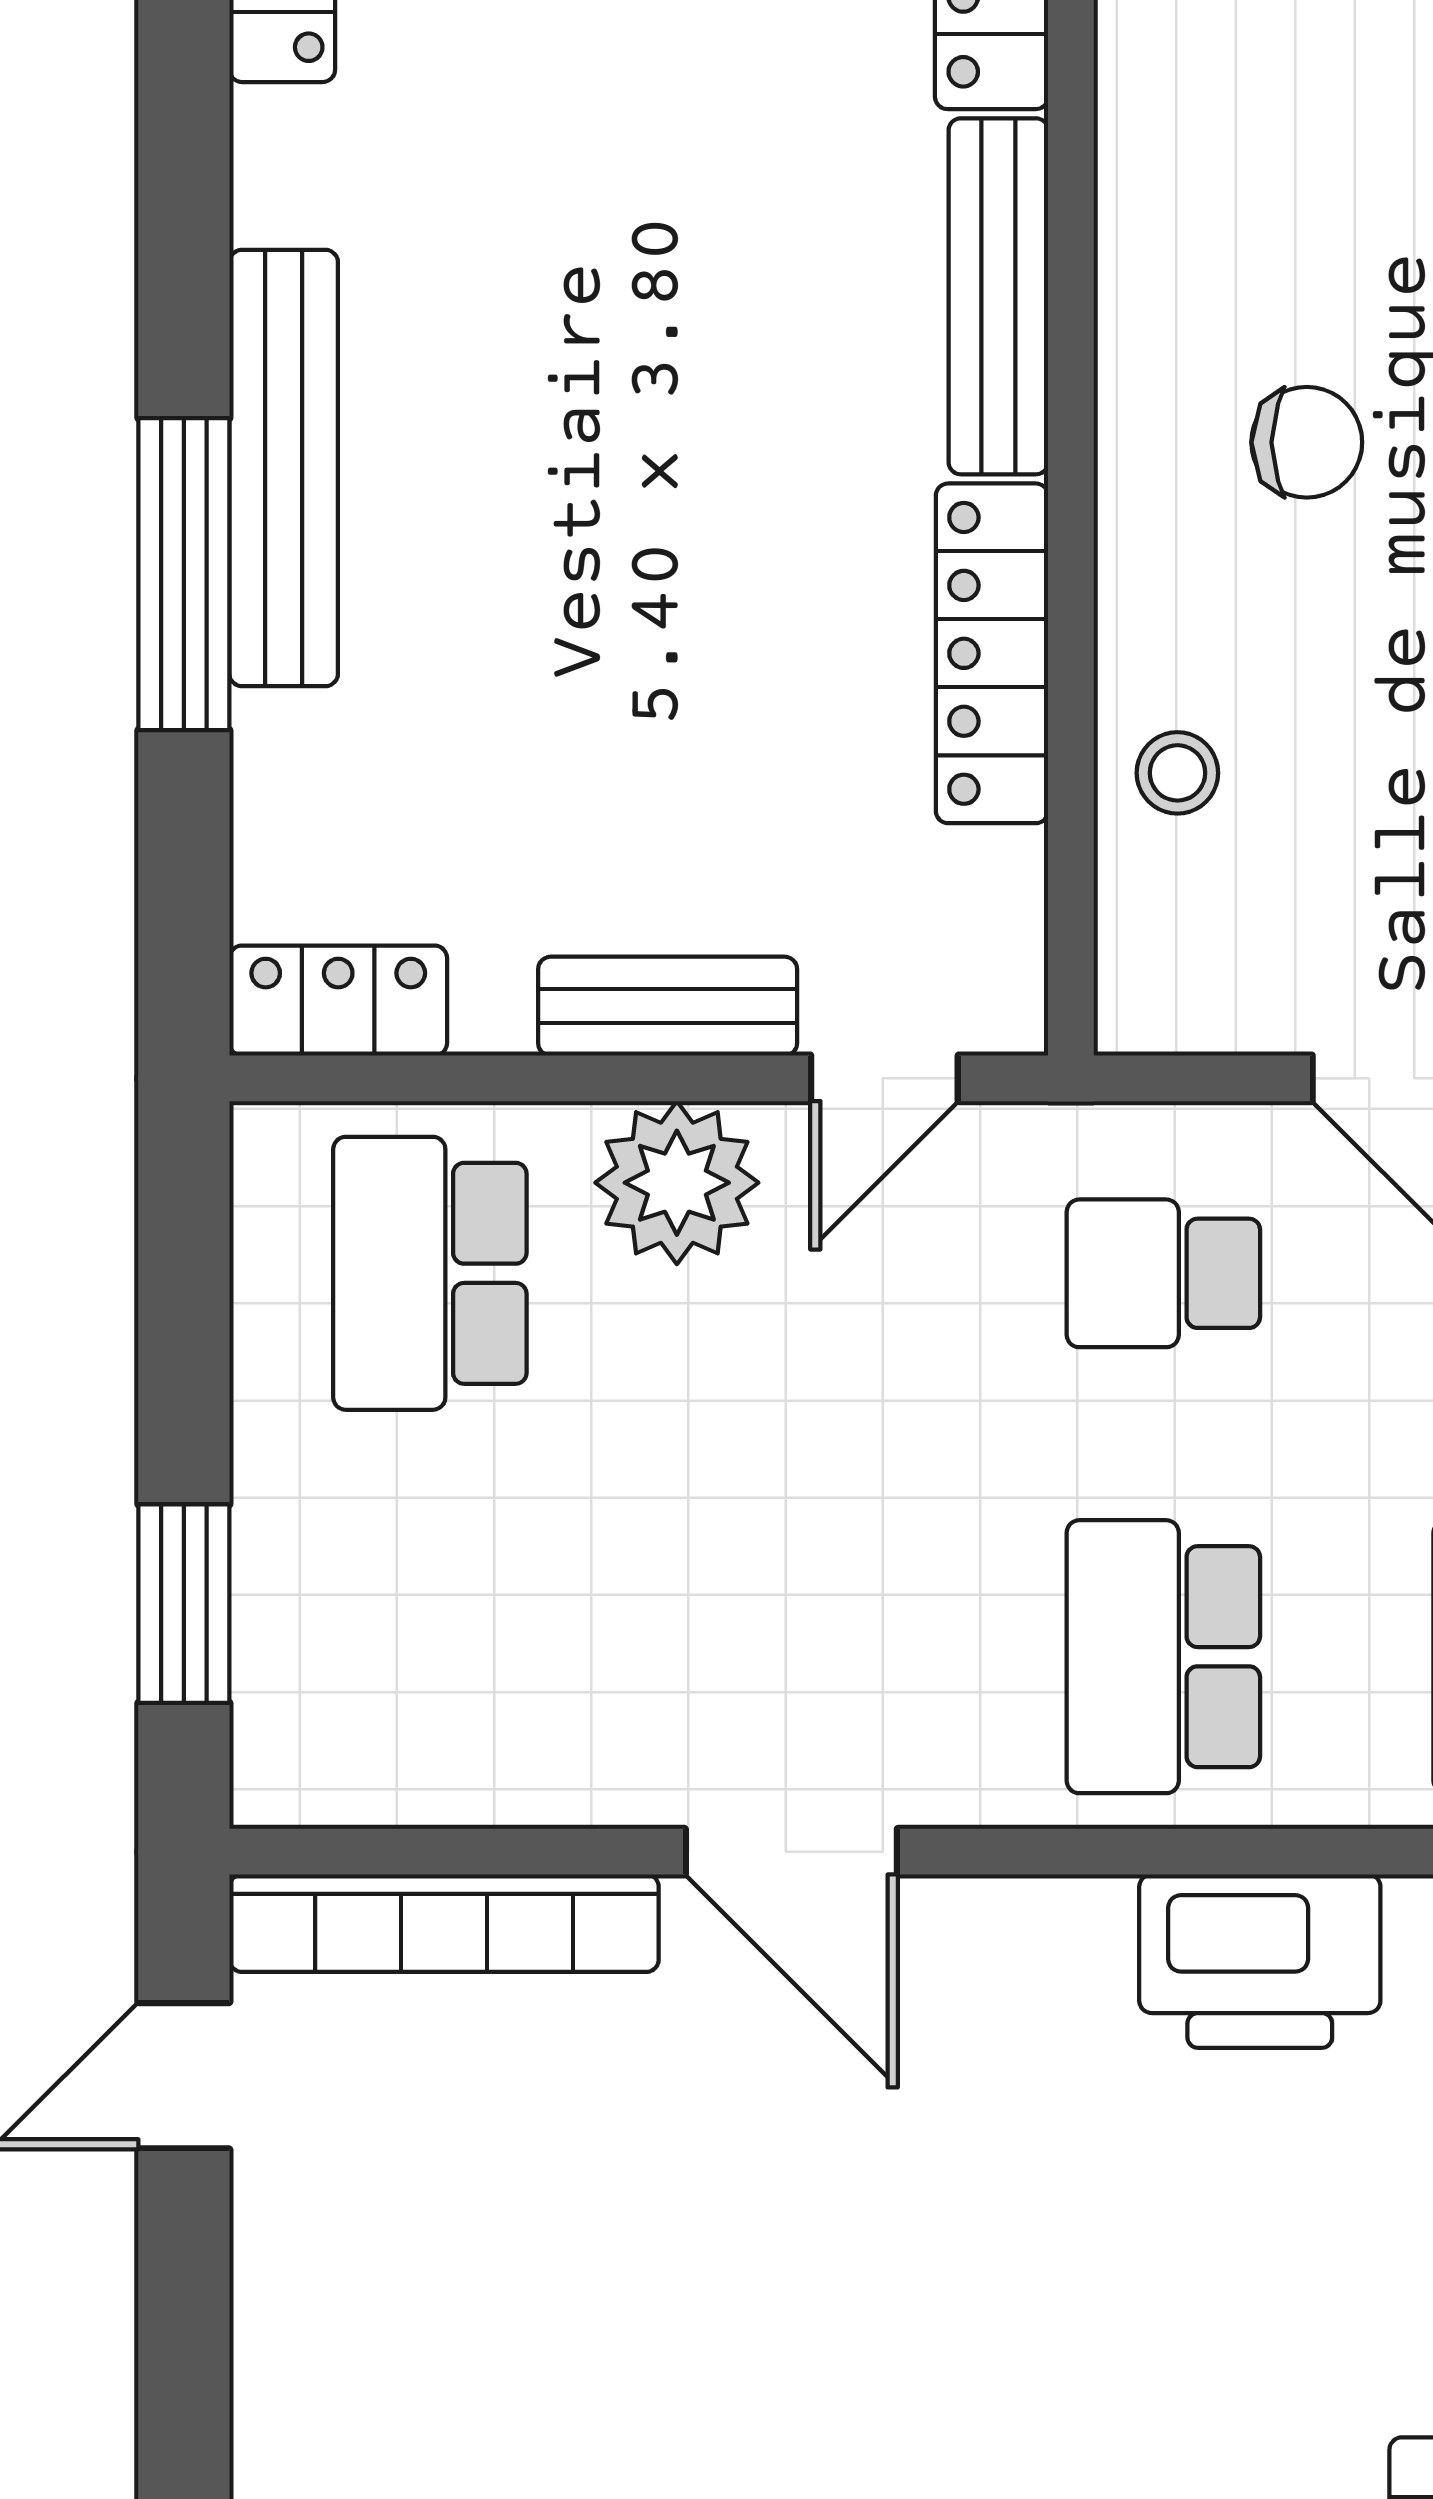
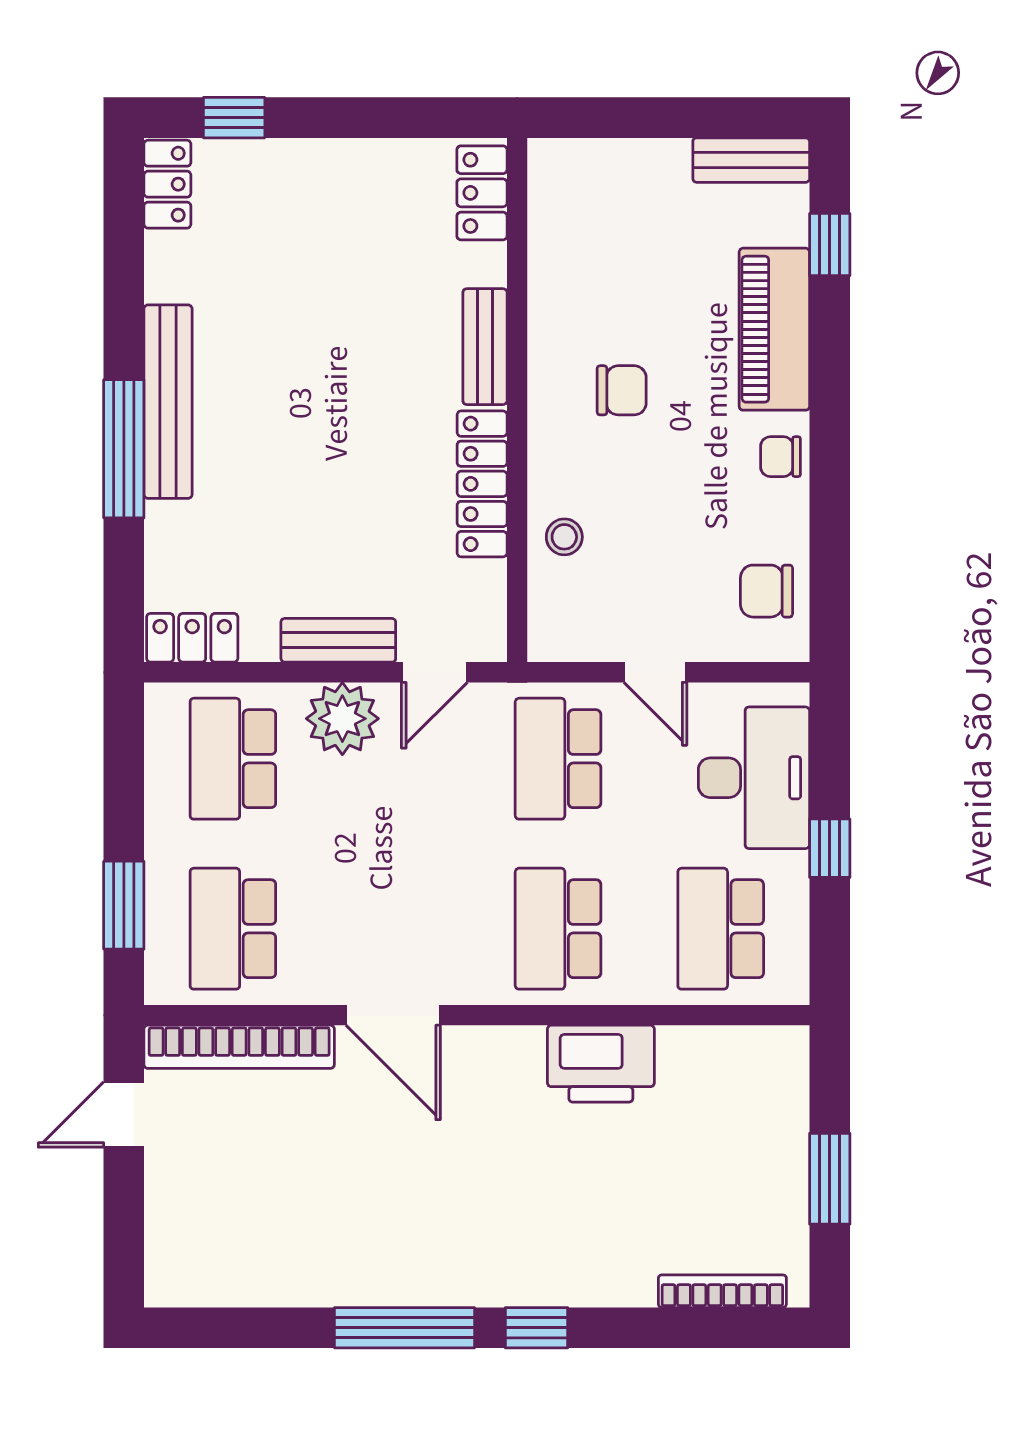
bench: (998, 296) -> (485, 347), width x0.73
school desk: (1163, 1273) -> (558, 759), width x1.85
school desk: (430, 1657) -> (233, 929), added

